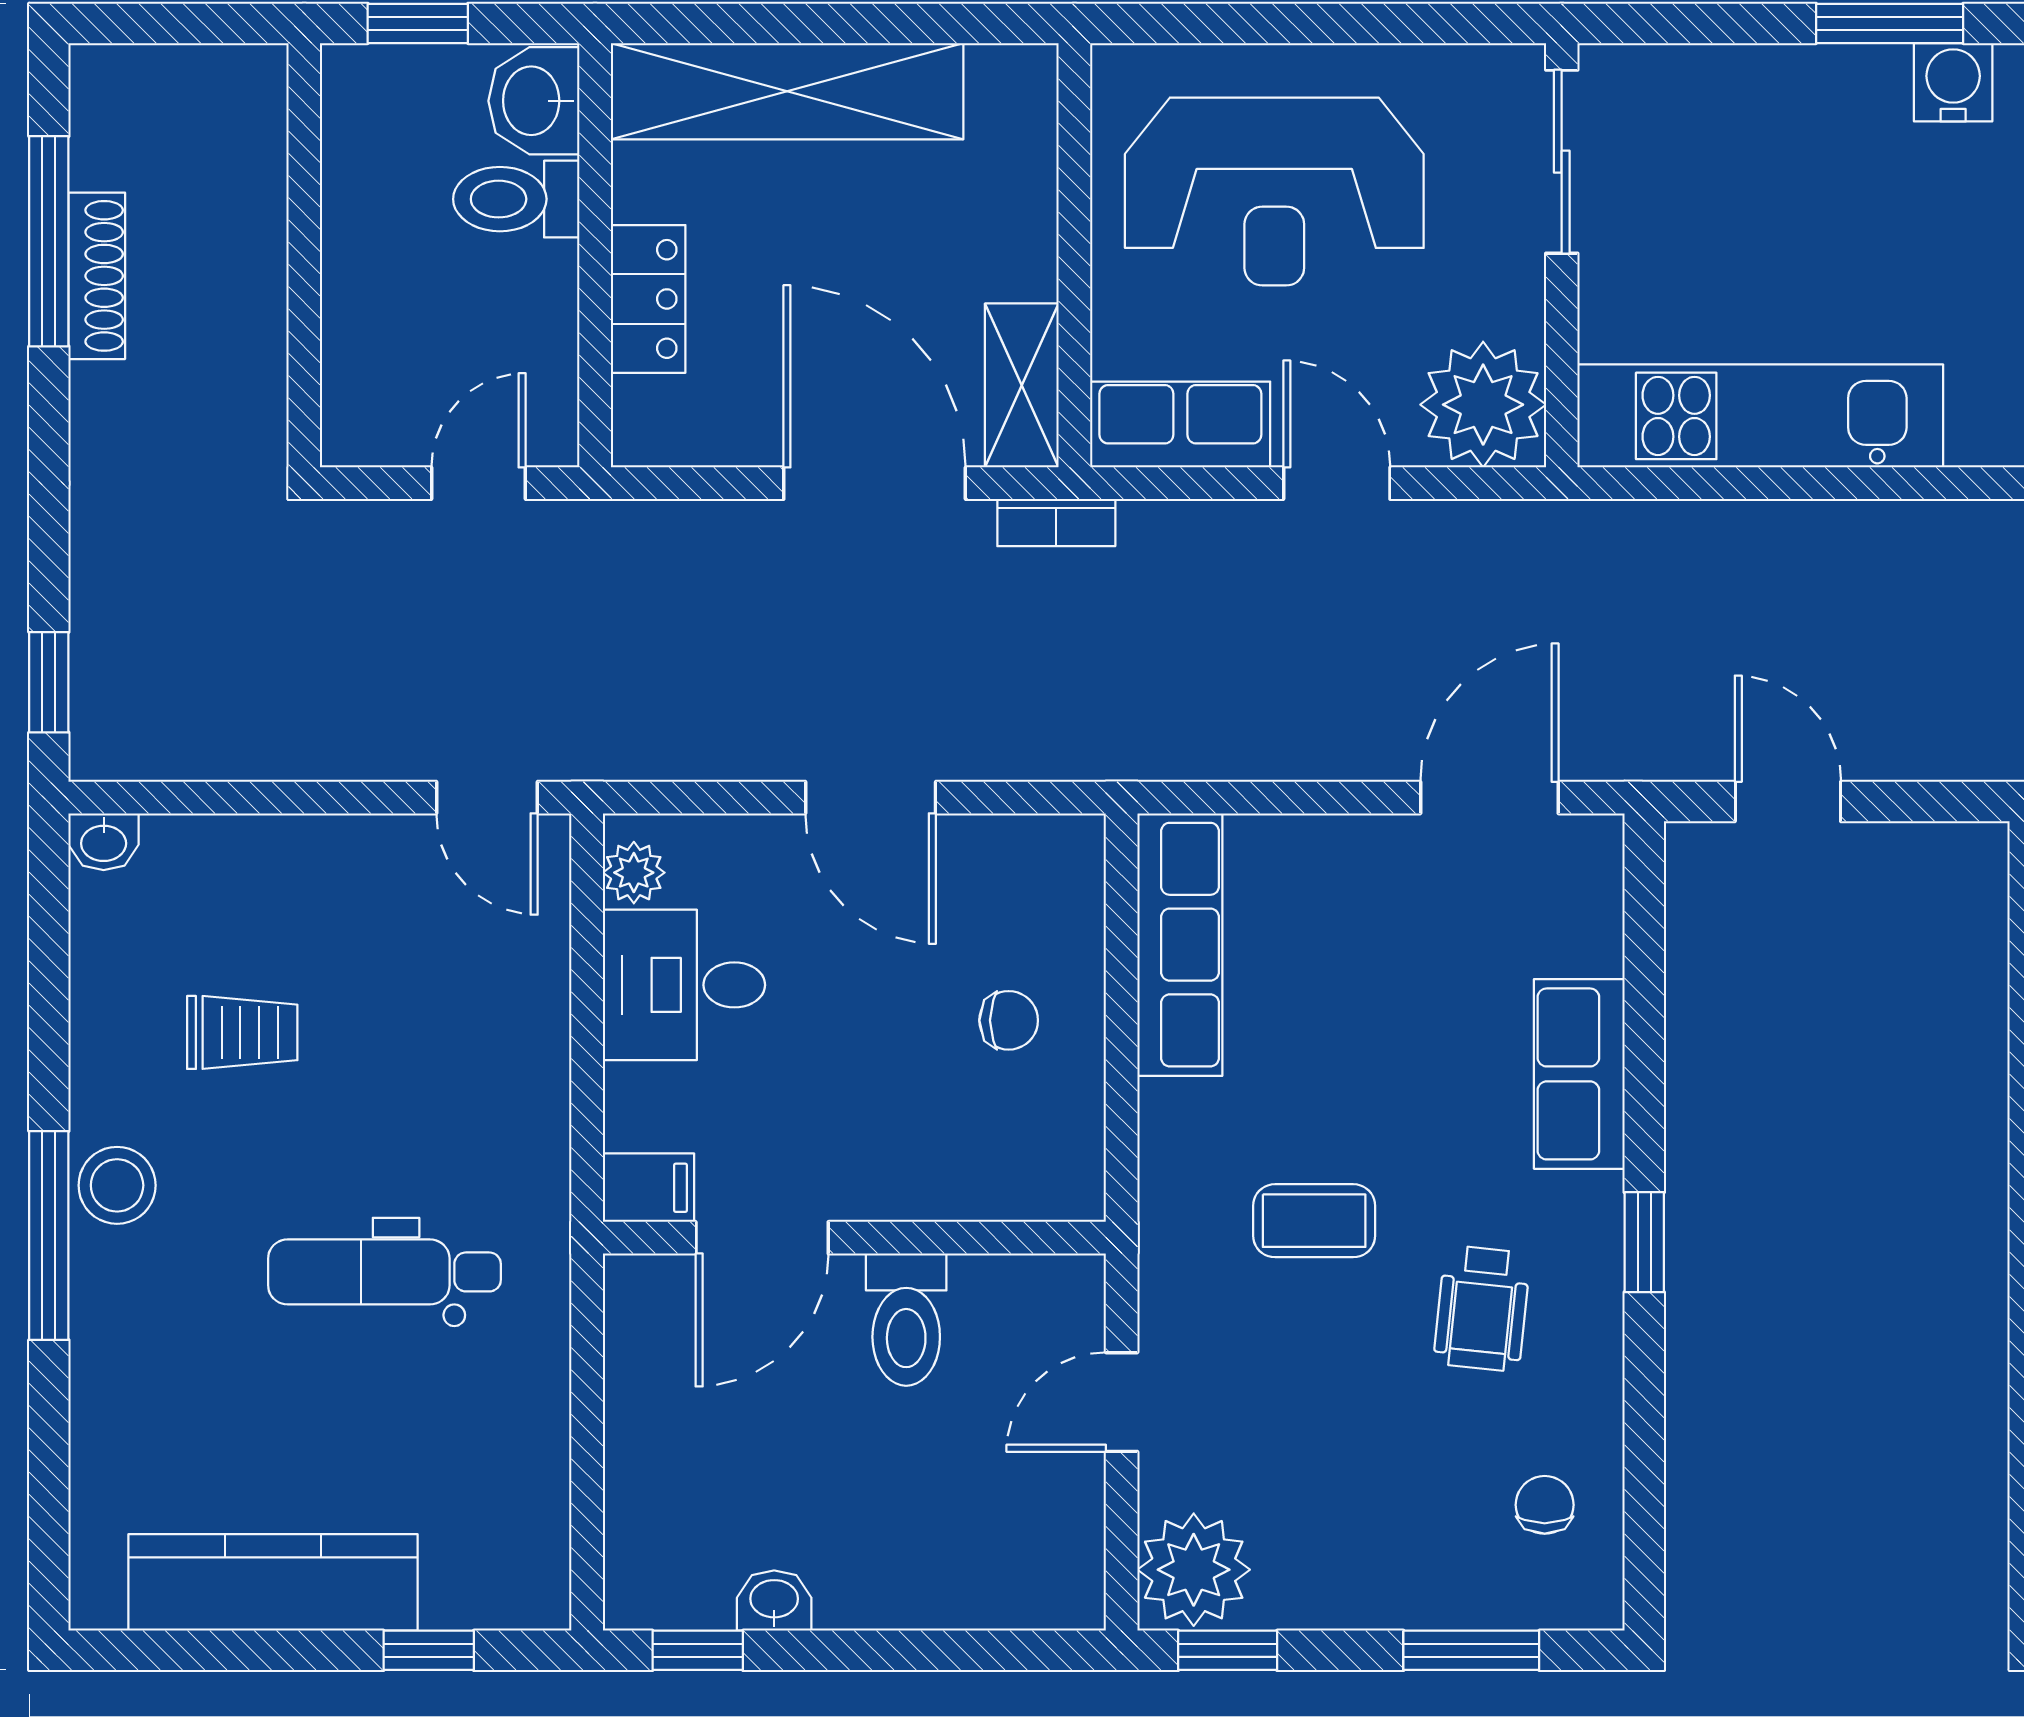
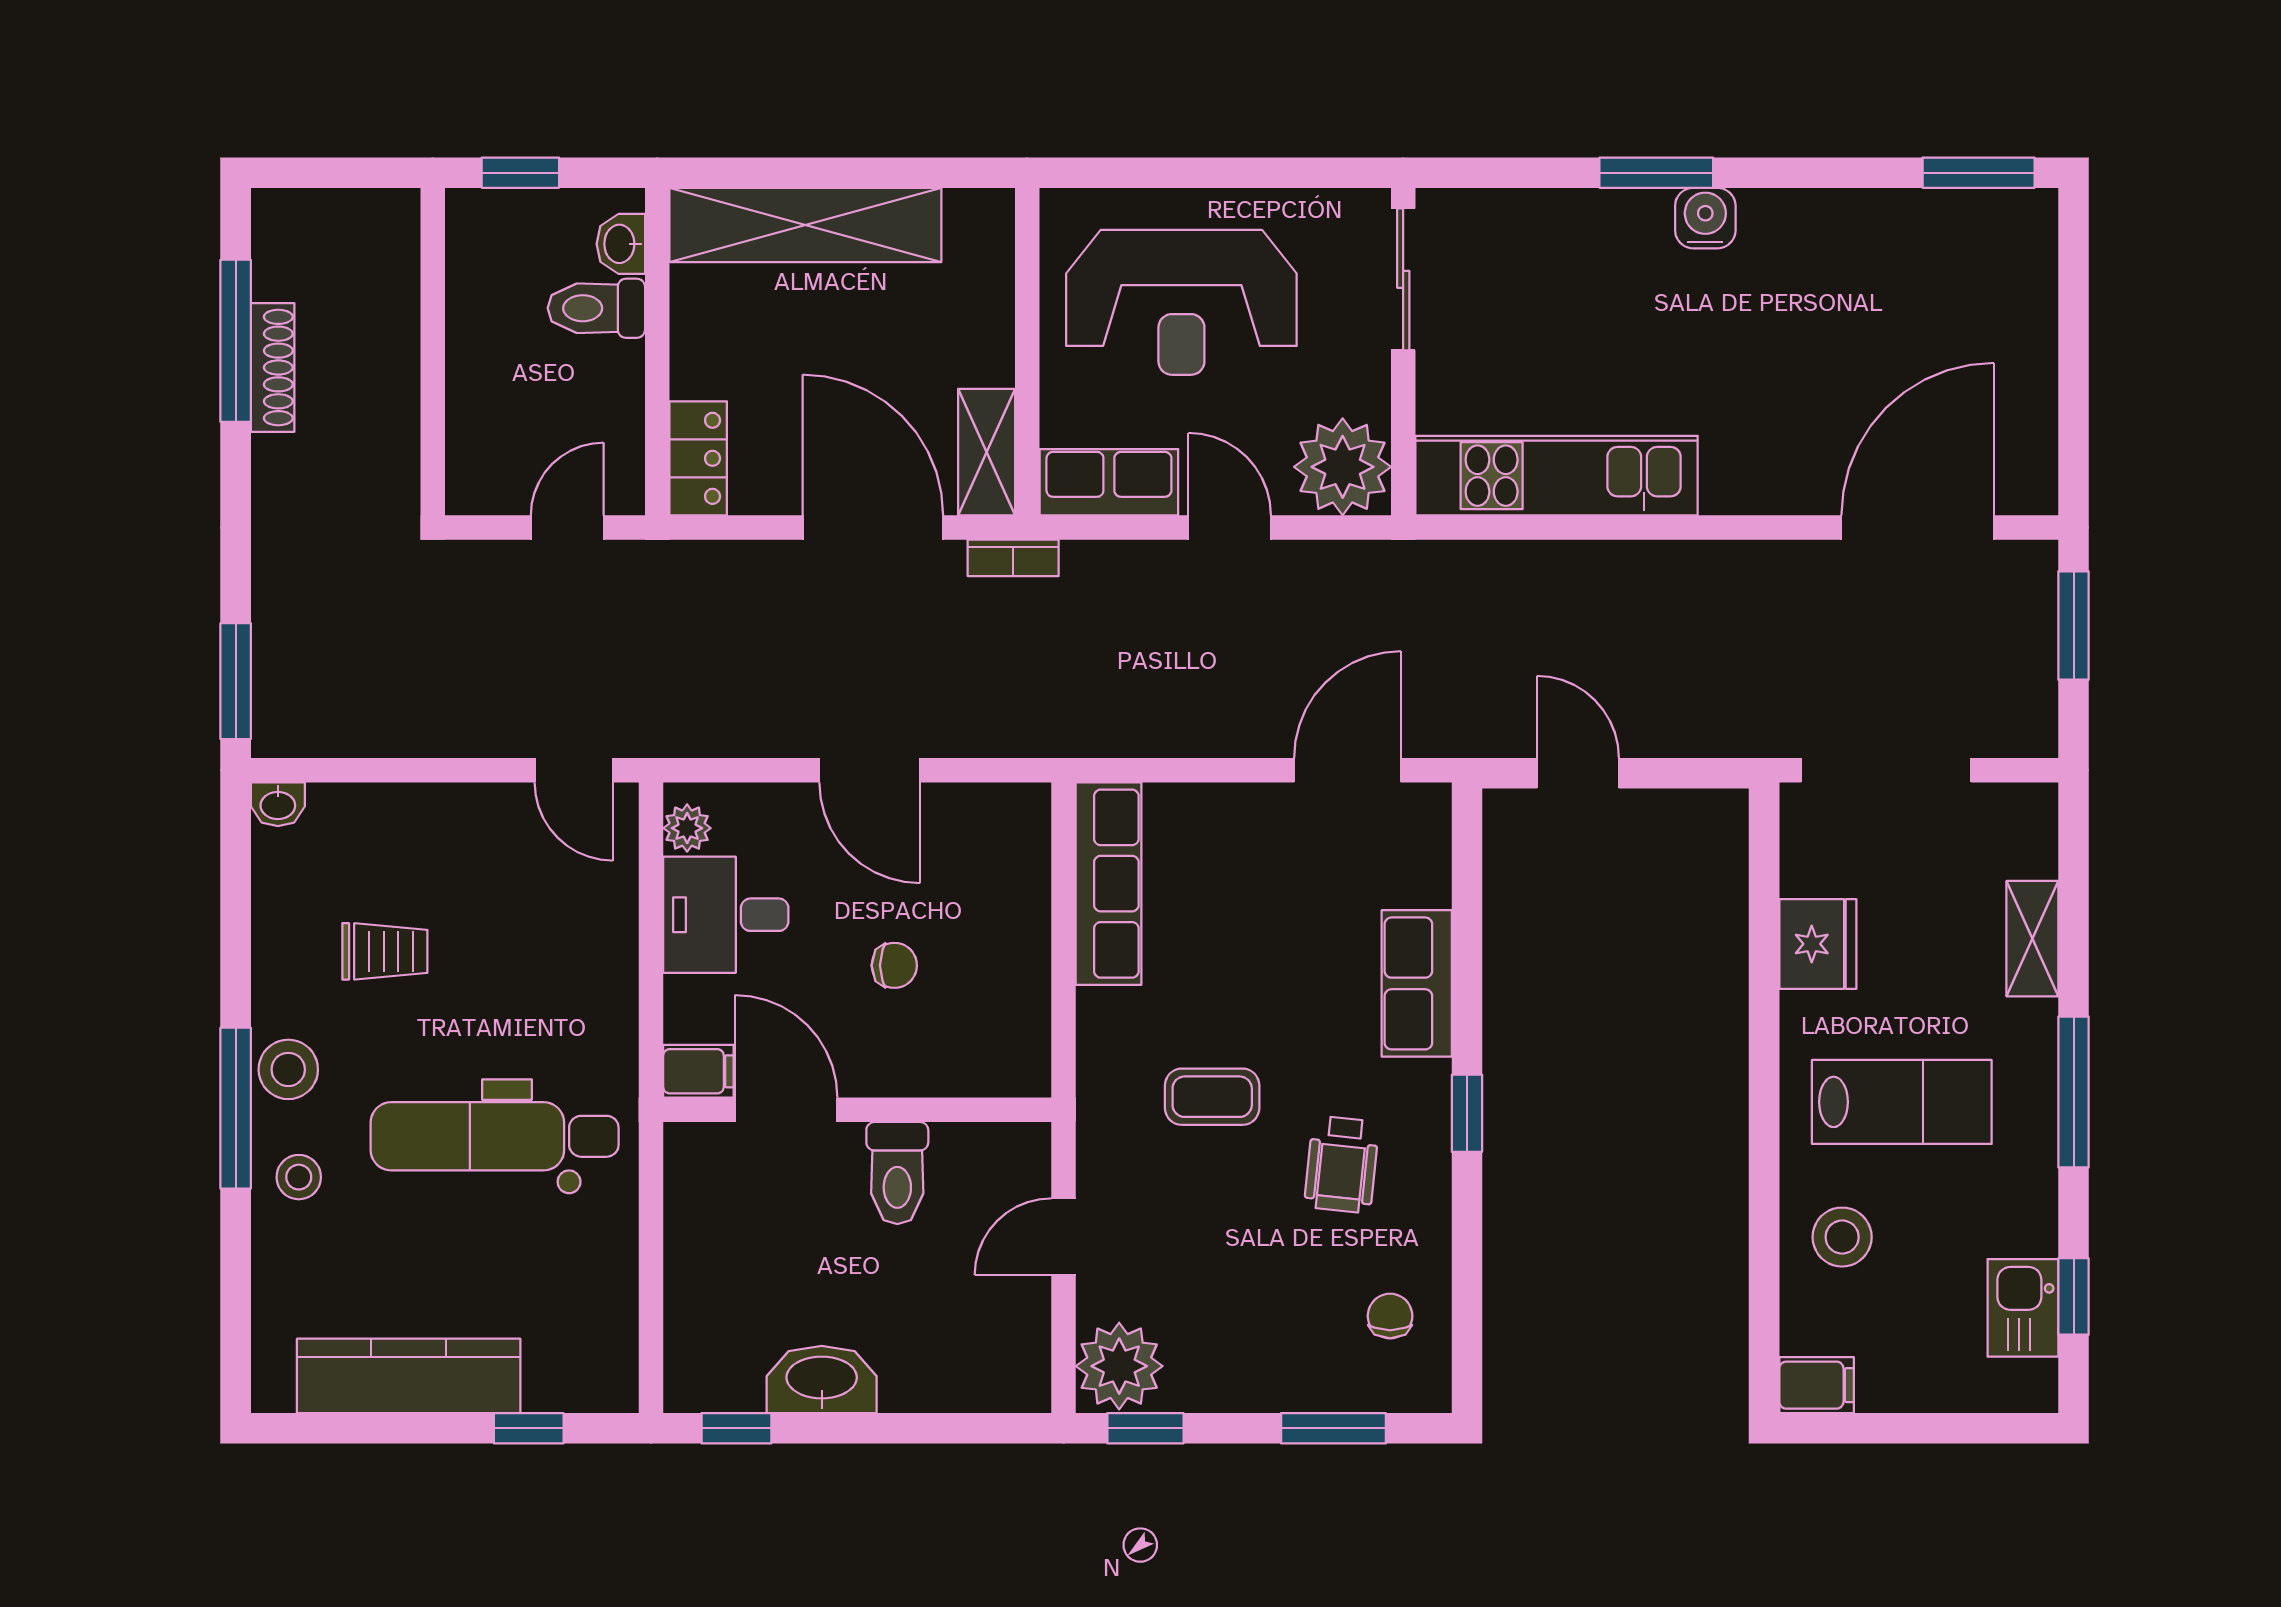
washbasin: (534, 101) -> (621, 244), width x0.72, depth x0.69
locker: (648, 299) -> (698, 458), moved
window: (49, 682) -> (236, 681), width x1.50
chair: (1009, 1020) -> (894, 965), moved
door: (762, 1238) -> (786, 1110), swing flipped
dental chair: (384, 1272) -> (495, 1136), width x1.36, depth x1.38
stool: (131, 1325) -> (299, 1177), added
washbasin: (774, 1601) -> (822, 1379), width x1.91, depth x1.45

